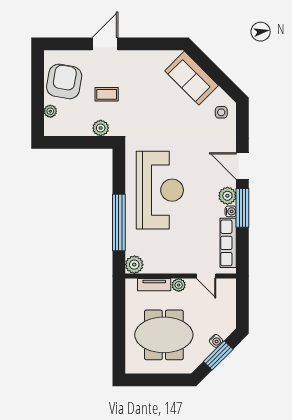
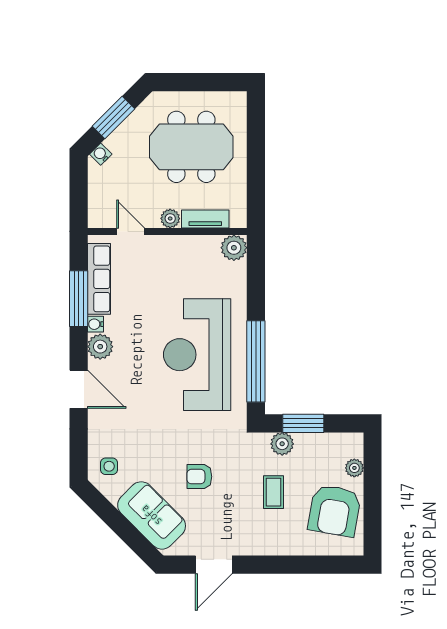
door: (105, 44) -> (214, 565), moved
coffee table: (107, 94) -> (273, 492), turned 90
armchair: (158, 105) -> (199, 477), added
window: (86, 142) -> (303, 423), added
window: (242, 208) -> (79, 299), moved
window: (119, 223) -> (256, 361), moved
water cooler: (216, 341) -> (101, 154), moved

